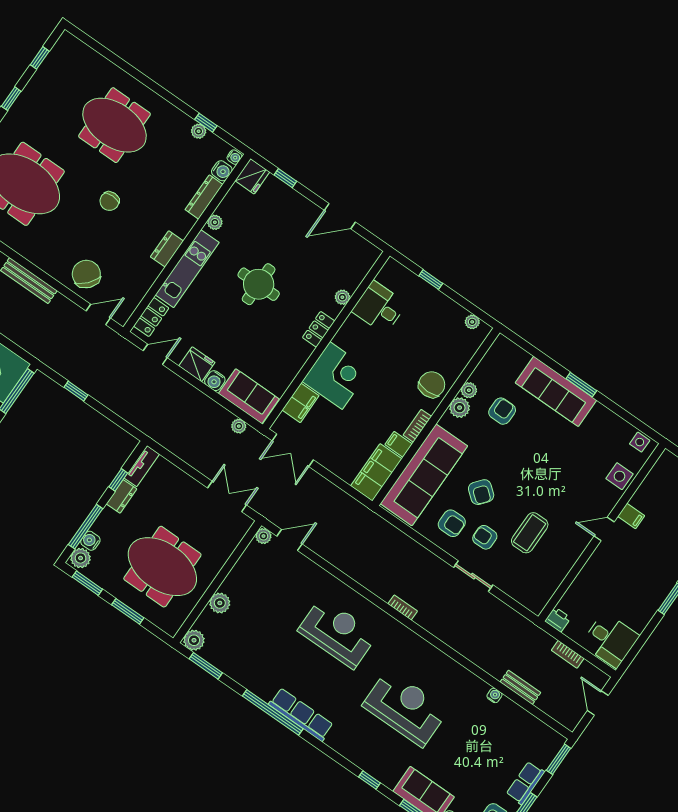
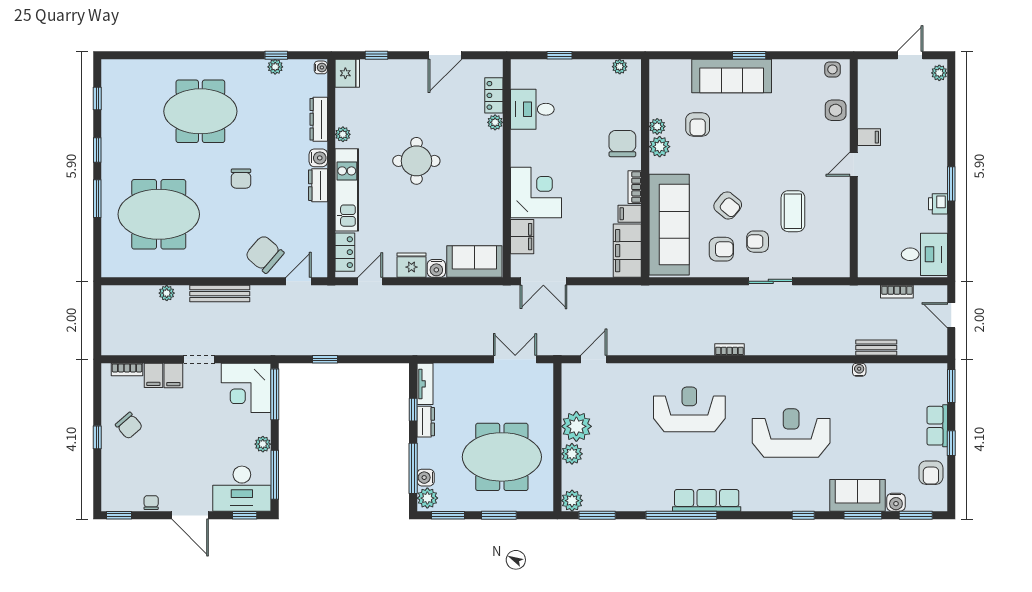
water cooler: (222, 171) -> (318, 158), moved
locker: (319, 329) -> (494, 95), moved
armchair: (502, 411) -> (698, 124), turned 180
plant: (239, 426) -> (483, 293), removed
plant: (263, 536) -> (576, 426), moved, width x1.88, depth x1.88
printer: (558, 619) -> (938, 204), moved, turned -90

